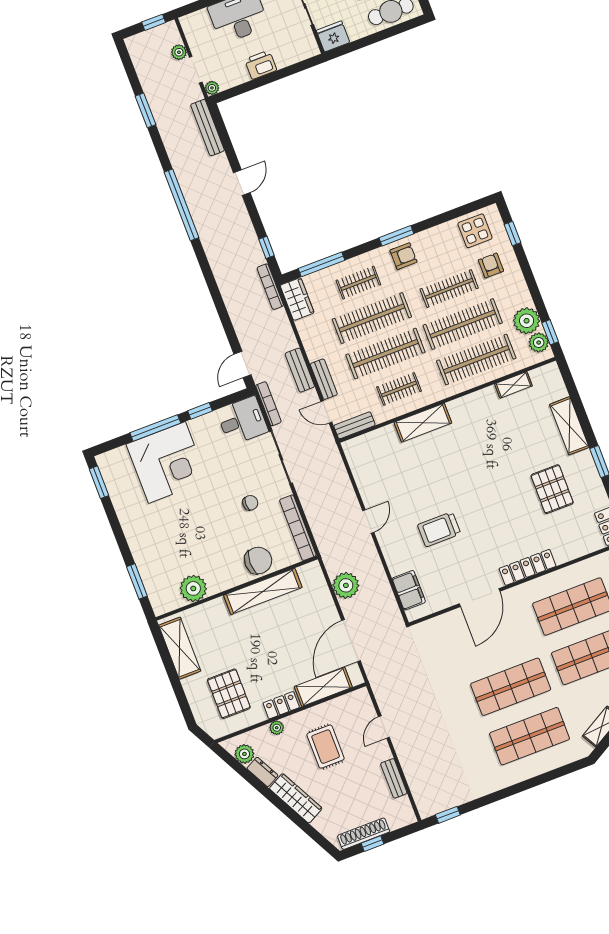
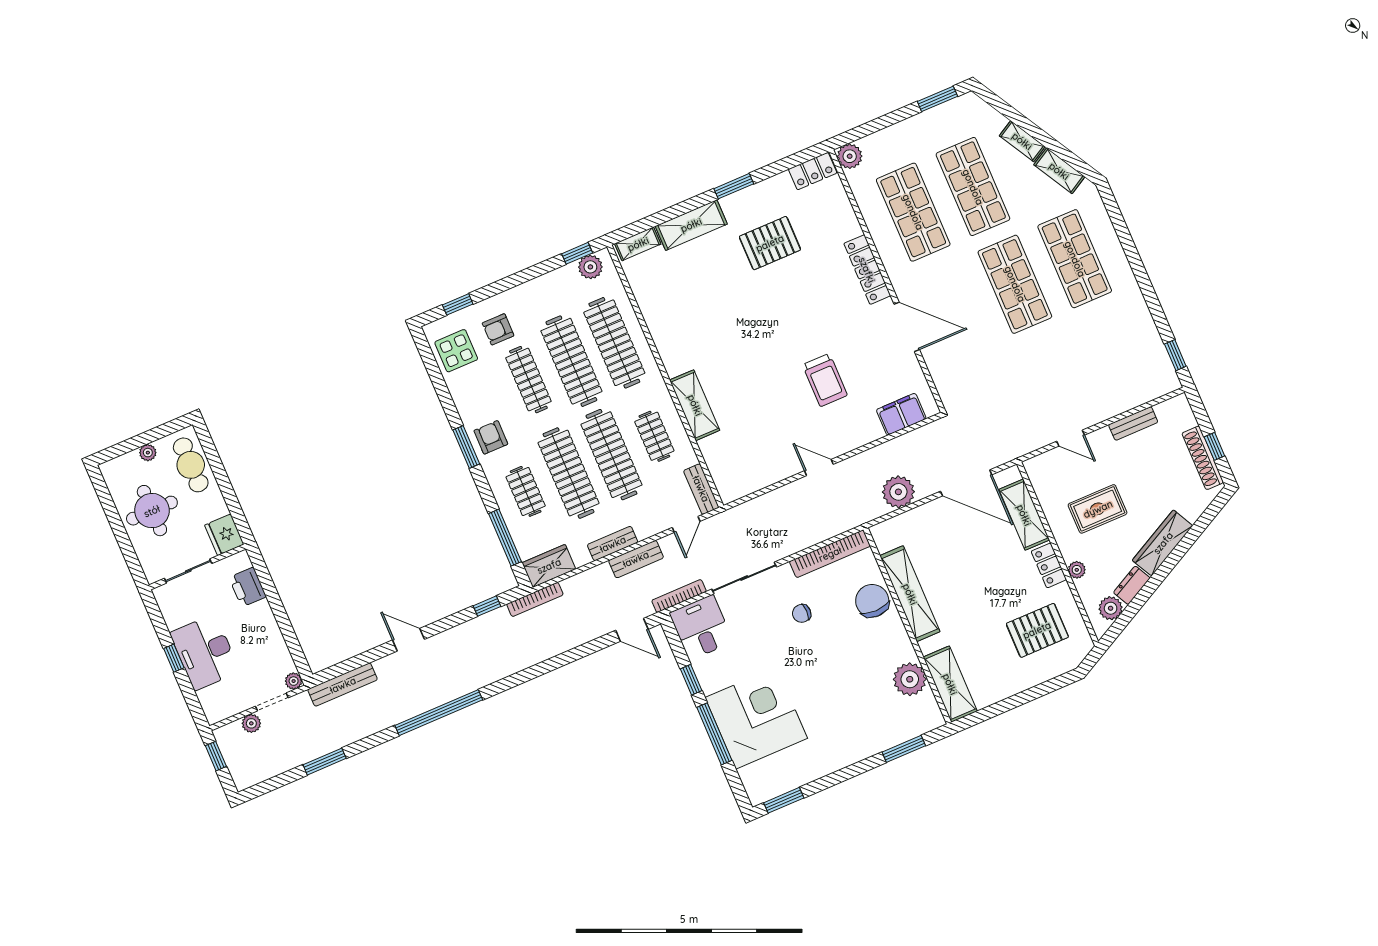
printer: (261, 65) -> (248, 587), moved
plant: (527, 321) -> (564, 283), removed
bench: (324, 379) -> (613, 544), moved
shelving: (513, 385) -> (638, 244), moved, turned 90
chair: (250, 503) -> (802, 613), turned -90
shelving: (180, 648) -> (950, 684), moved, turned 90

